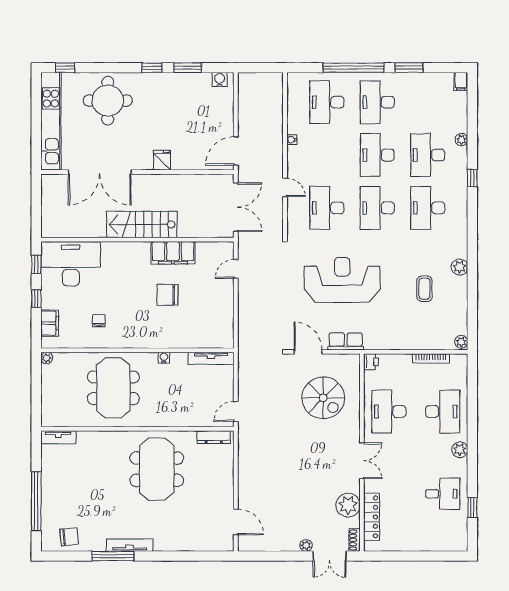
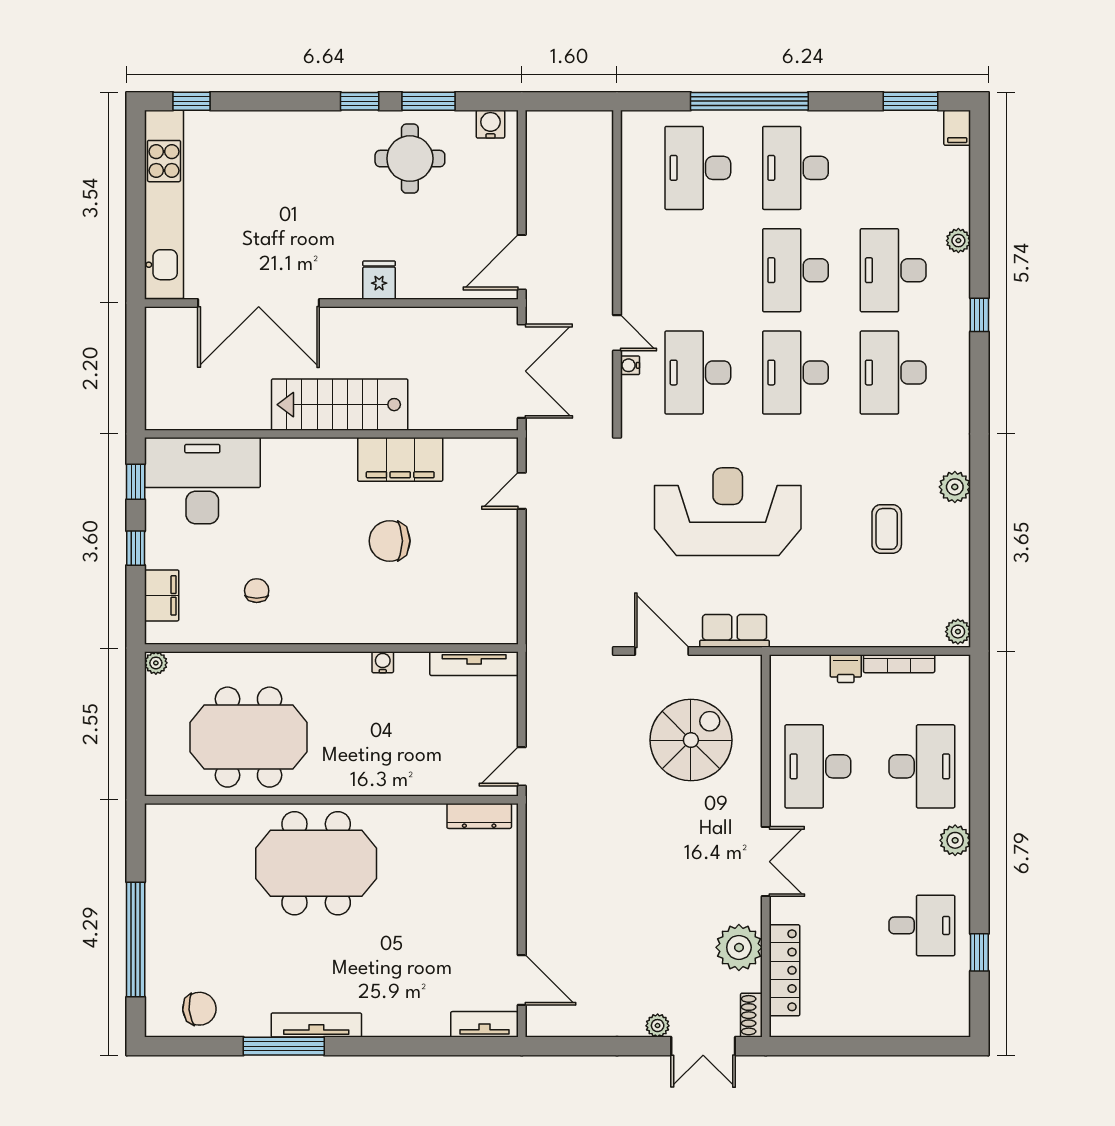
window: (409, 68) -> (910, 101), moved
round table: (108, 101) -> (410, 159), moved, width x0.73, depth x0.73
water cooler: (292, 140) -> (630, 365), moved
printer: (371, 362) -> (846, 669), moved, turned 90
meeting table: (113, 388) -> (249, 737), moved, turned 90
spiral stairs: (323, 398) -> (691, 740), turned -90
tv unit: (58, 437) -> (485, 1024), moved, turned 180
meeting table: (157, 469) -> (316, 863), moved, turned 90

